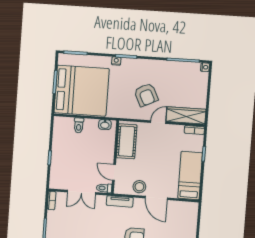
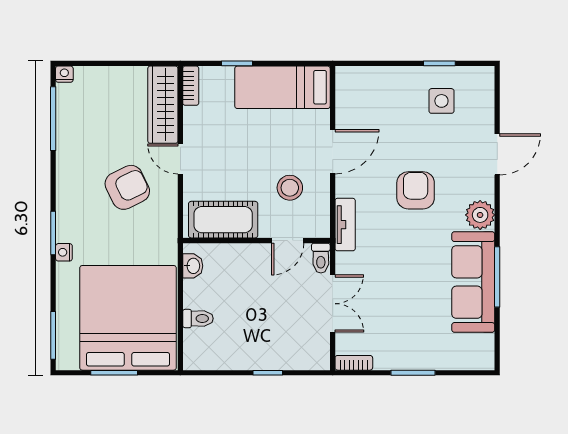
stool: (139, 187) -> (290, 188), moved

